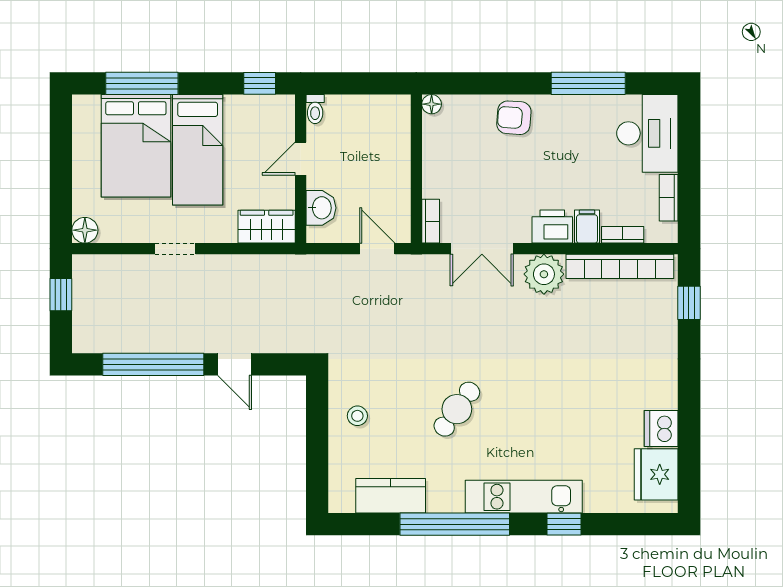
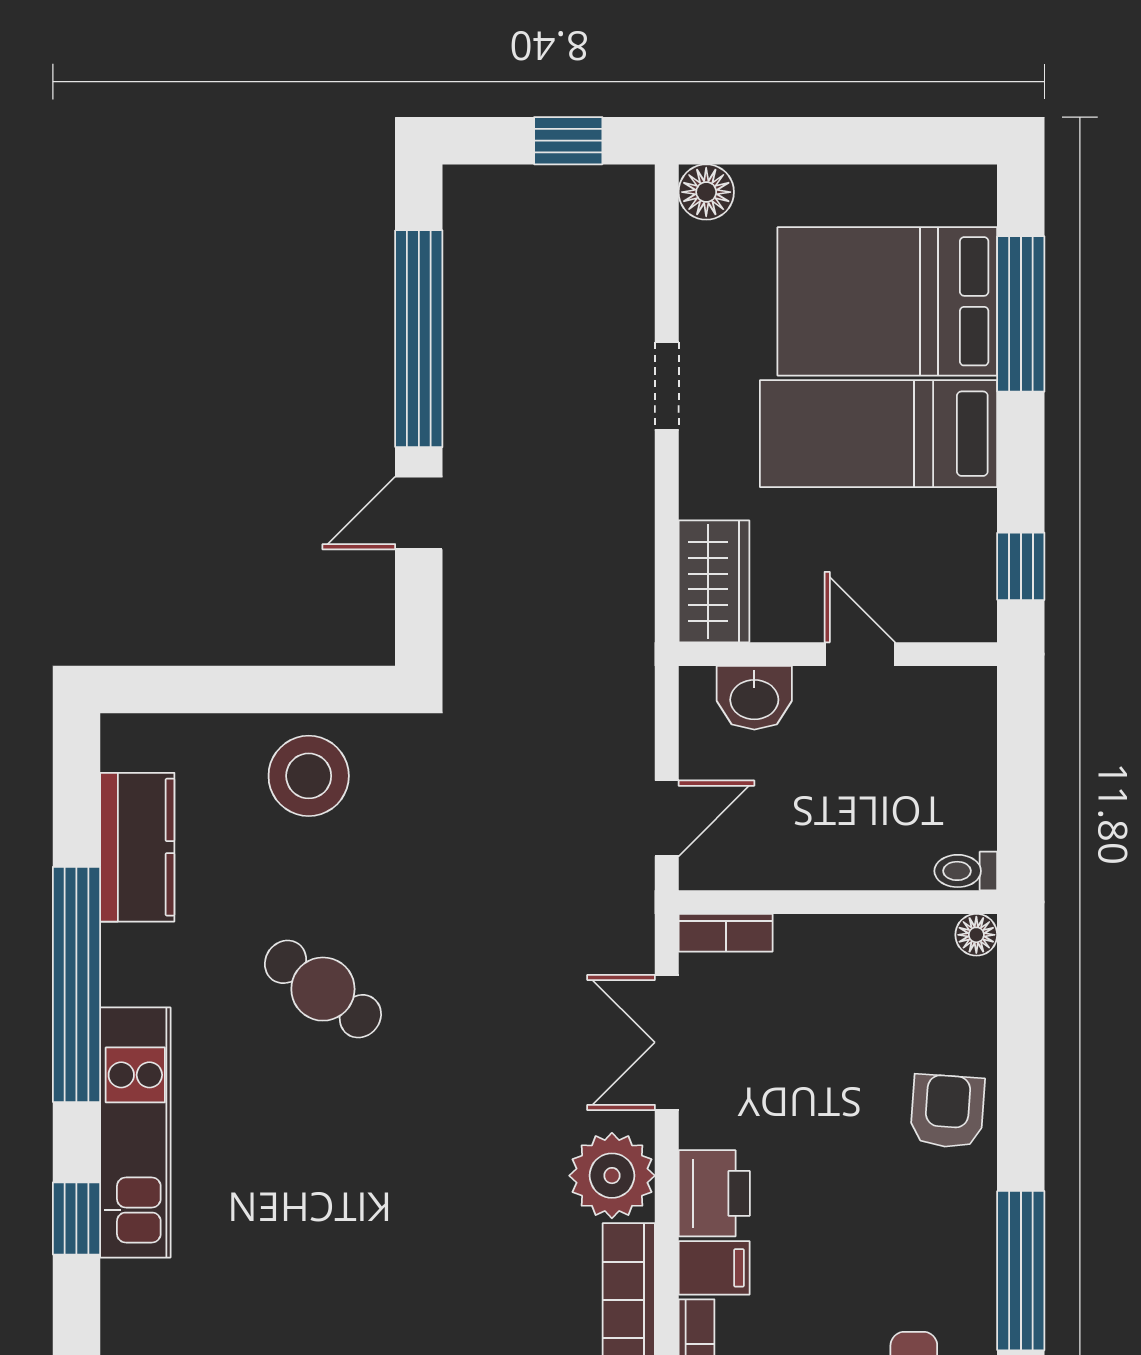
toilet: (315, 109) -> (966, 871), moved
stool: (357, 416) -> (309, 776), width x1.89, depth x1.89

